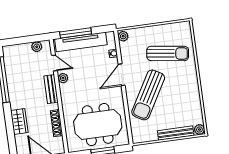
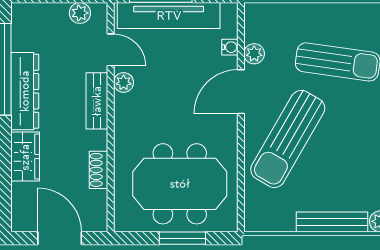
plant: (123, 36) -> (254, 54), moved
dresser: (15, 89) -> (25, 91), added
shoe rack: (57, 123) -> (99, 170), width x0.70

